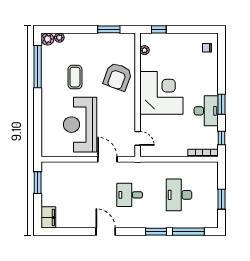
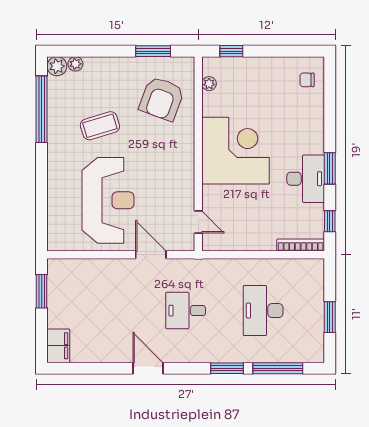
coffee table: (75, 77) -> (100, 126), turned 73
armchair: (118, 77) -> (162, 99), moved
reception desk: (80, 125) -> (108, 200), turned 180

